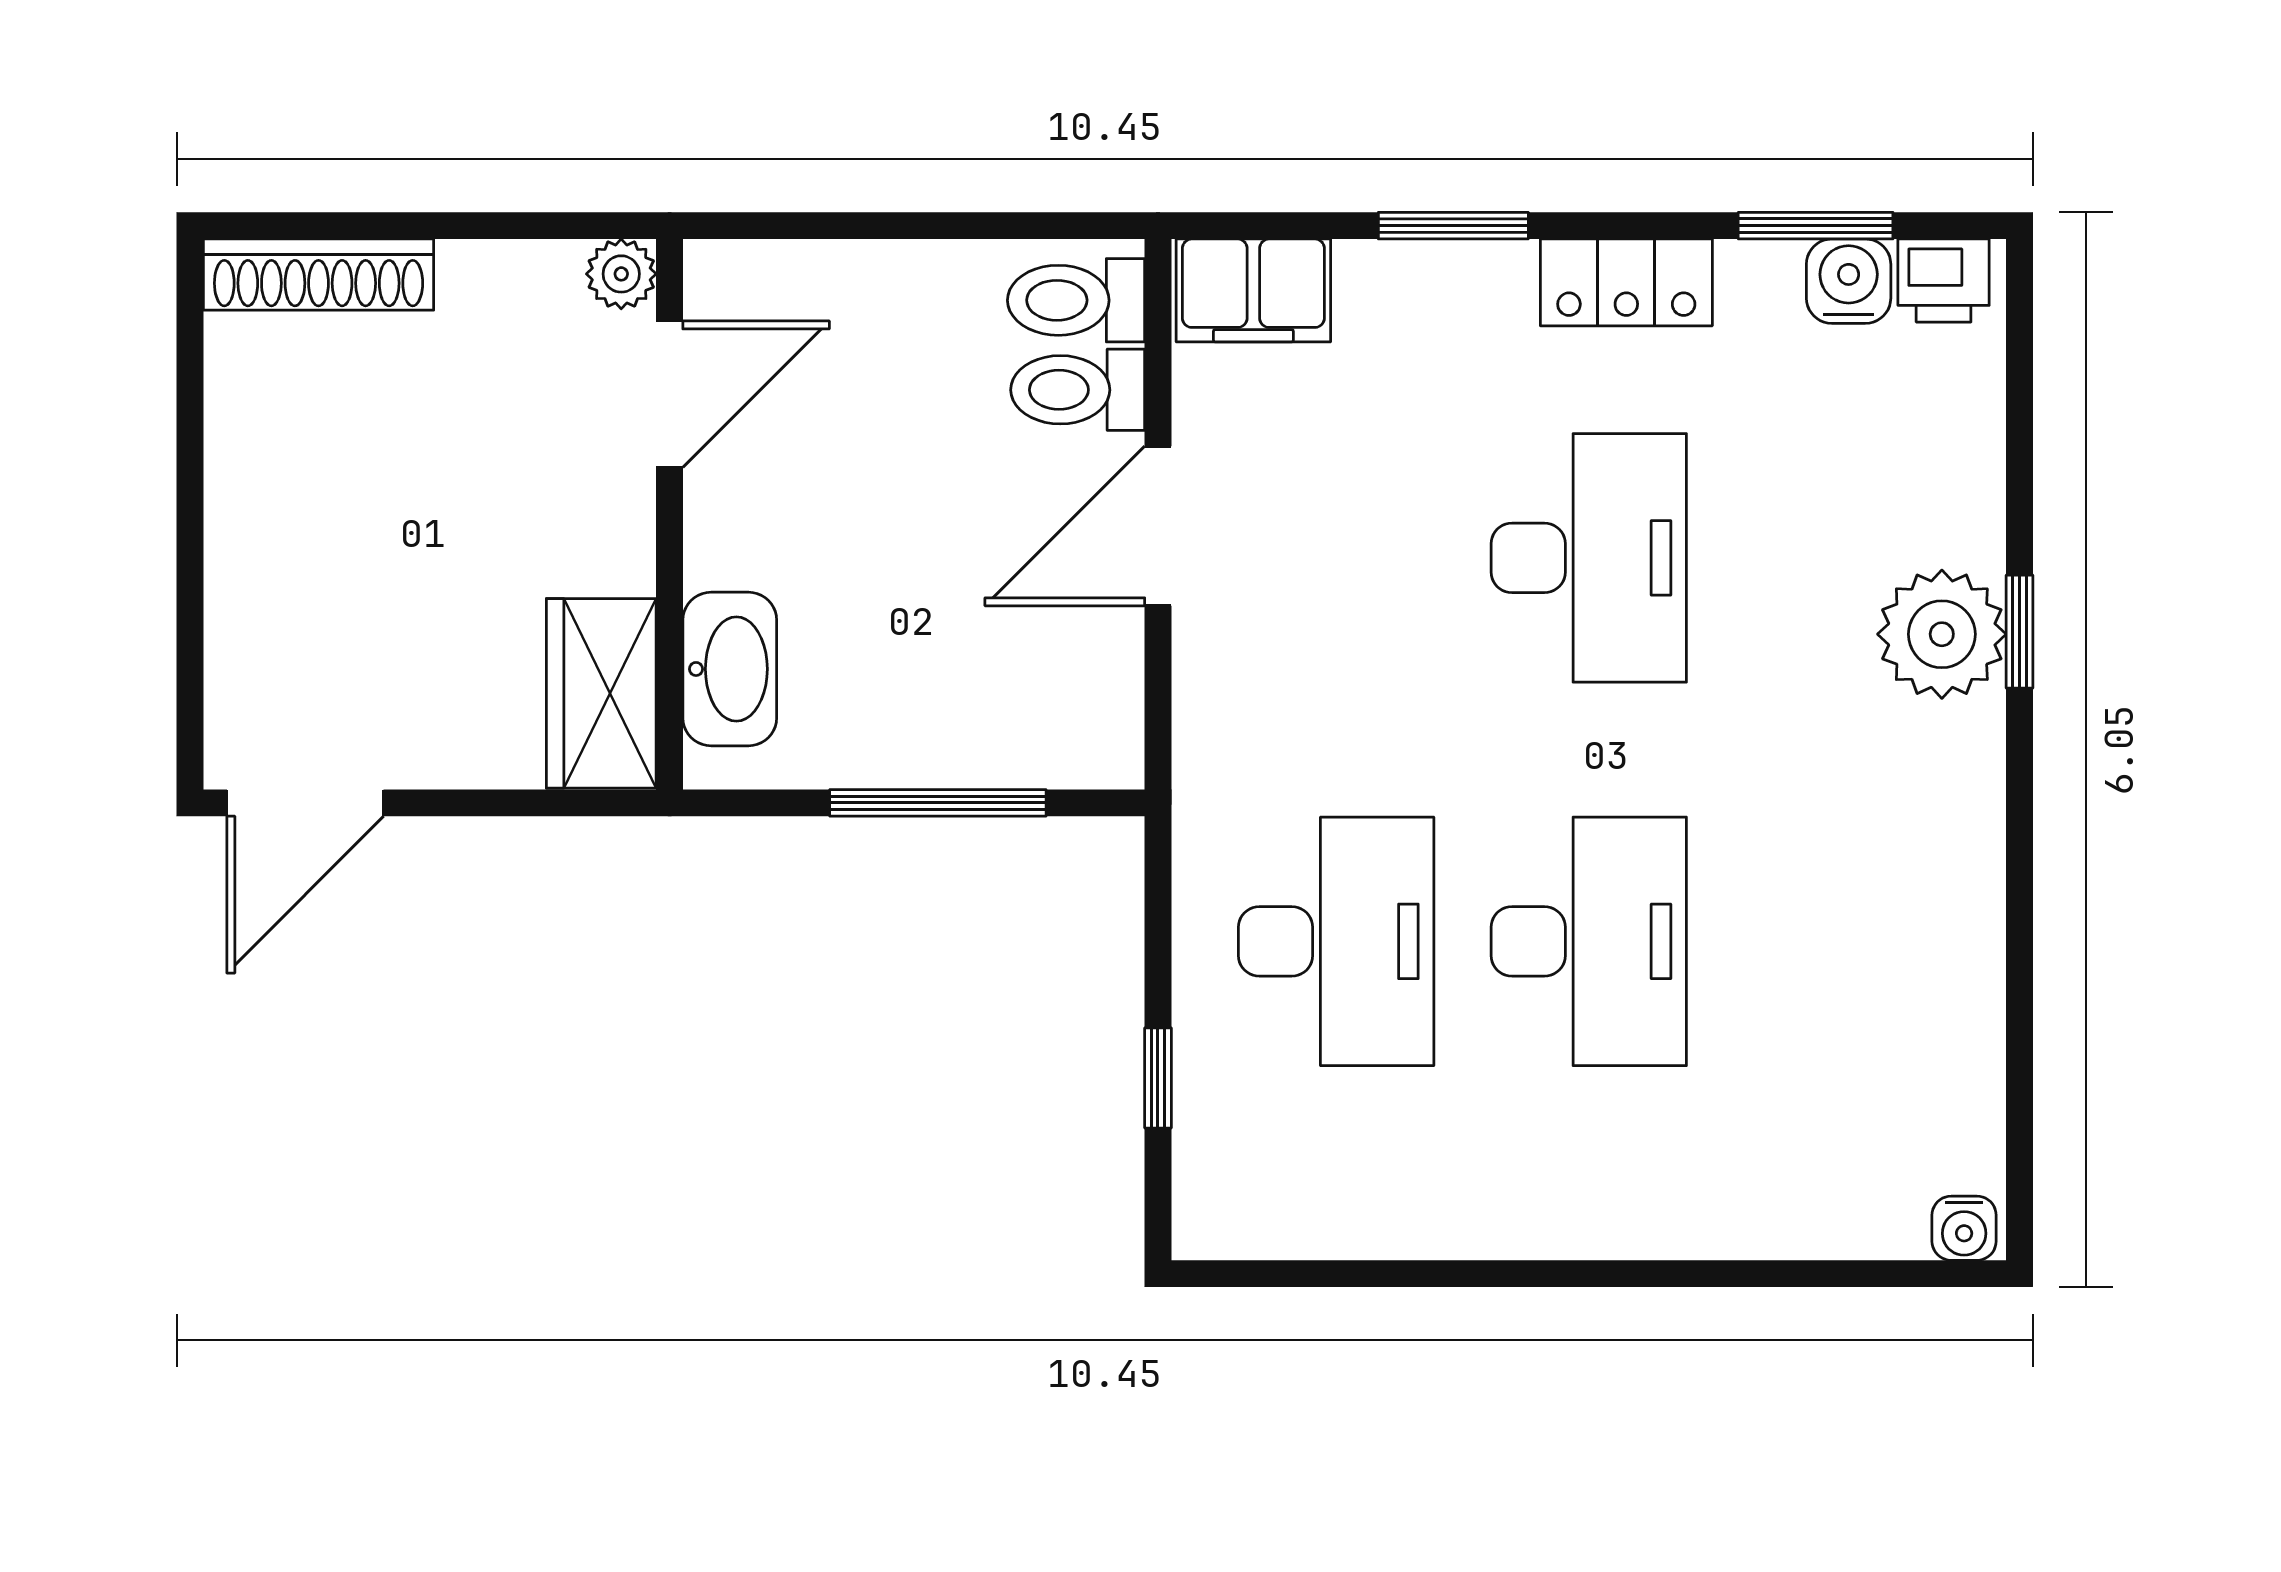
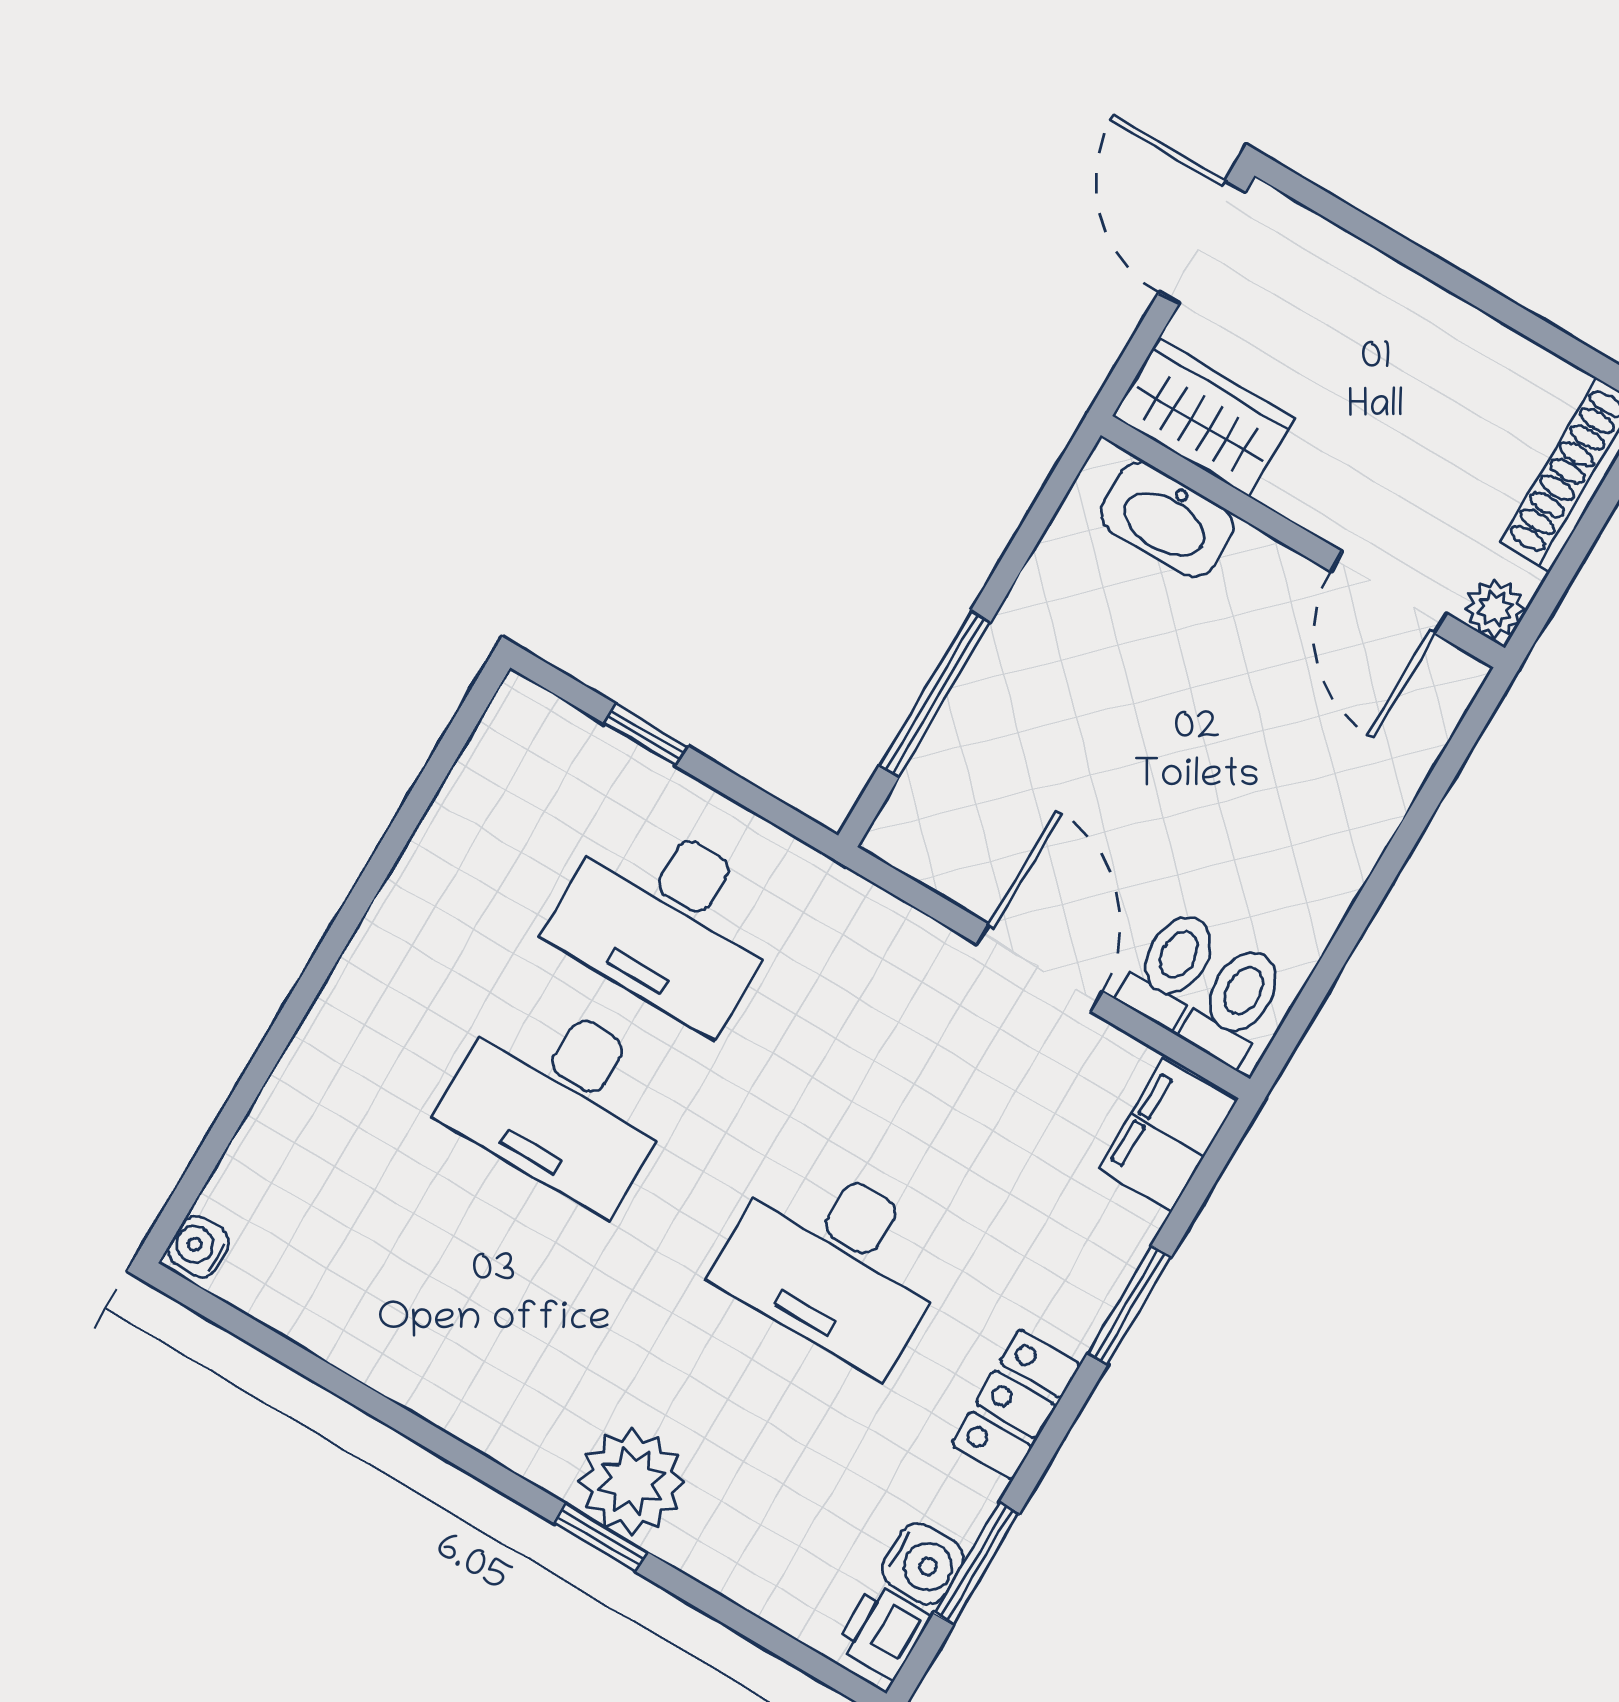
plant: (621, 274) -> (1495, 609), moved
door: (670, 394) -> (1389, 592), moved
wall: (670, 514) -> (1303, 542), moved
washbasin: (730, 669) -> (1167, 519), moved
wardrobe: (601, 693) -> (1204, 417), moved

